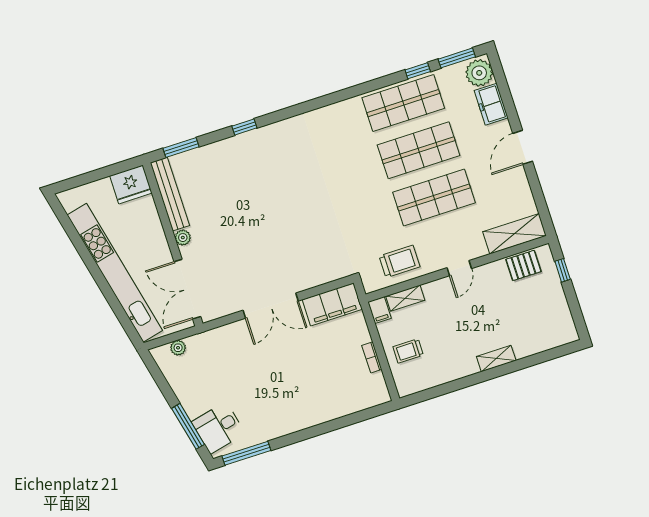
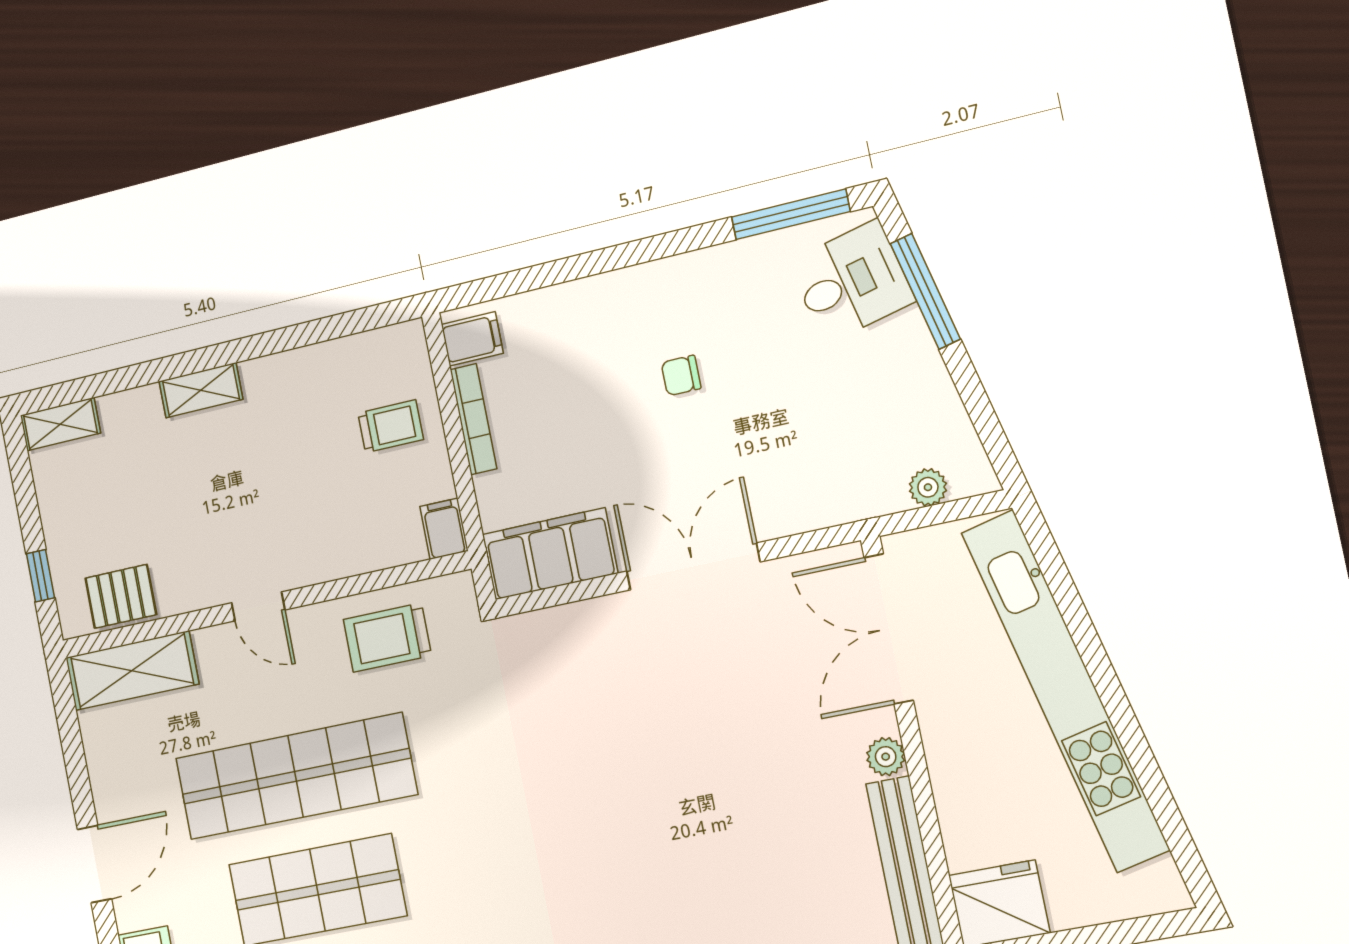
shop shelf: (434, 197) -> (296, 776), width x1.40
door: (459, 268) -> (258, 606), swing flipped
double door: (187, 289) -> (889, 629), swing flipped
shelving: (405, 298) -> (60, 424), moved
bookcase: (372, 357) -> (473, 419), width x1.56
chair: (285, 384) -> (681, 375), added
filing cabinet: (376, 391) -> (472, 339), added

